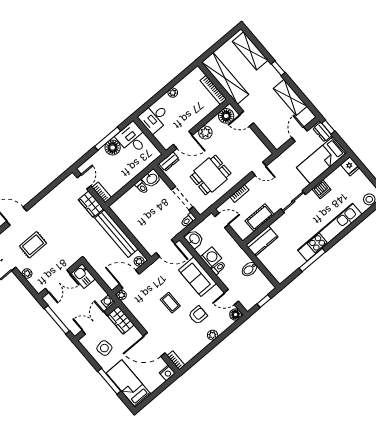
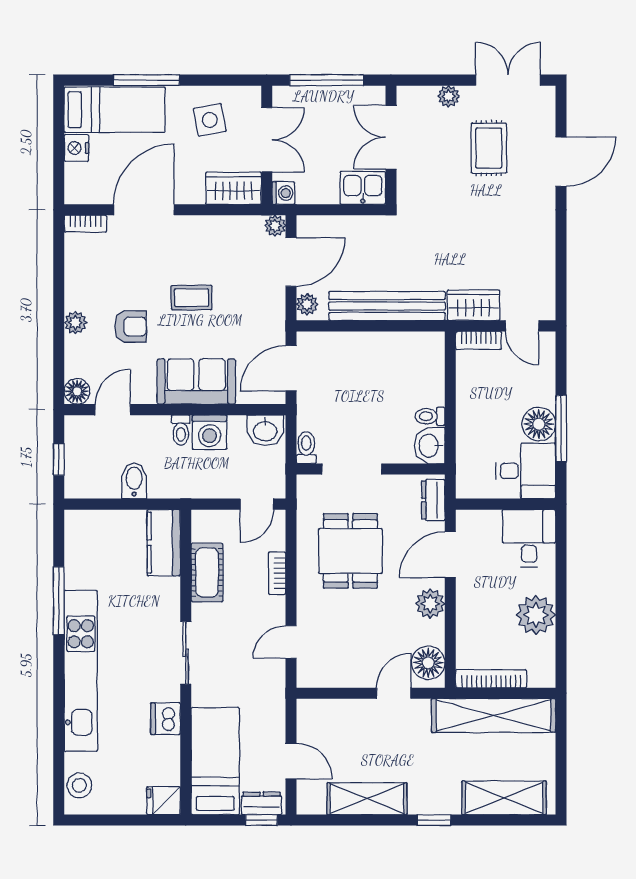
plant: (173, 93) -> (536, 615), width x1.88, depth x1.88
armchair: (198, 315) -> (131, 326), turned -90
nightstand: (167, 373) -> (76, 148), moved

